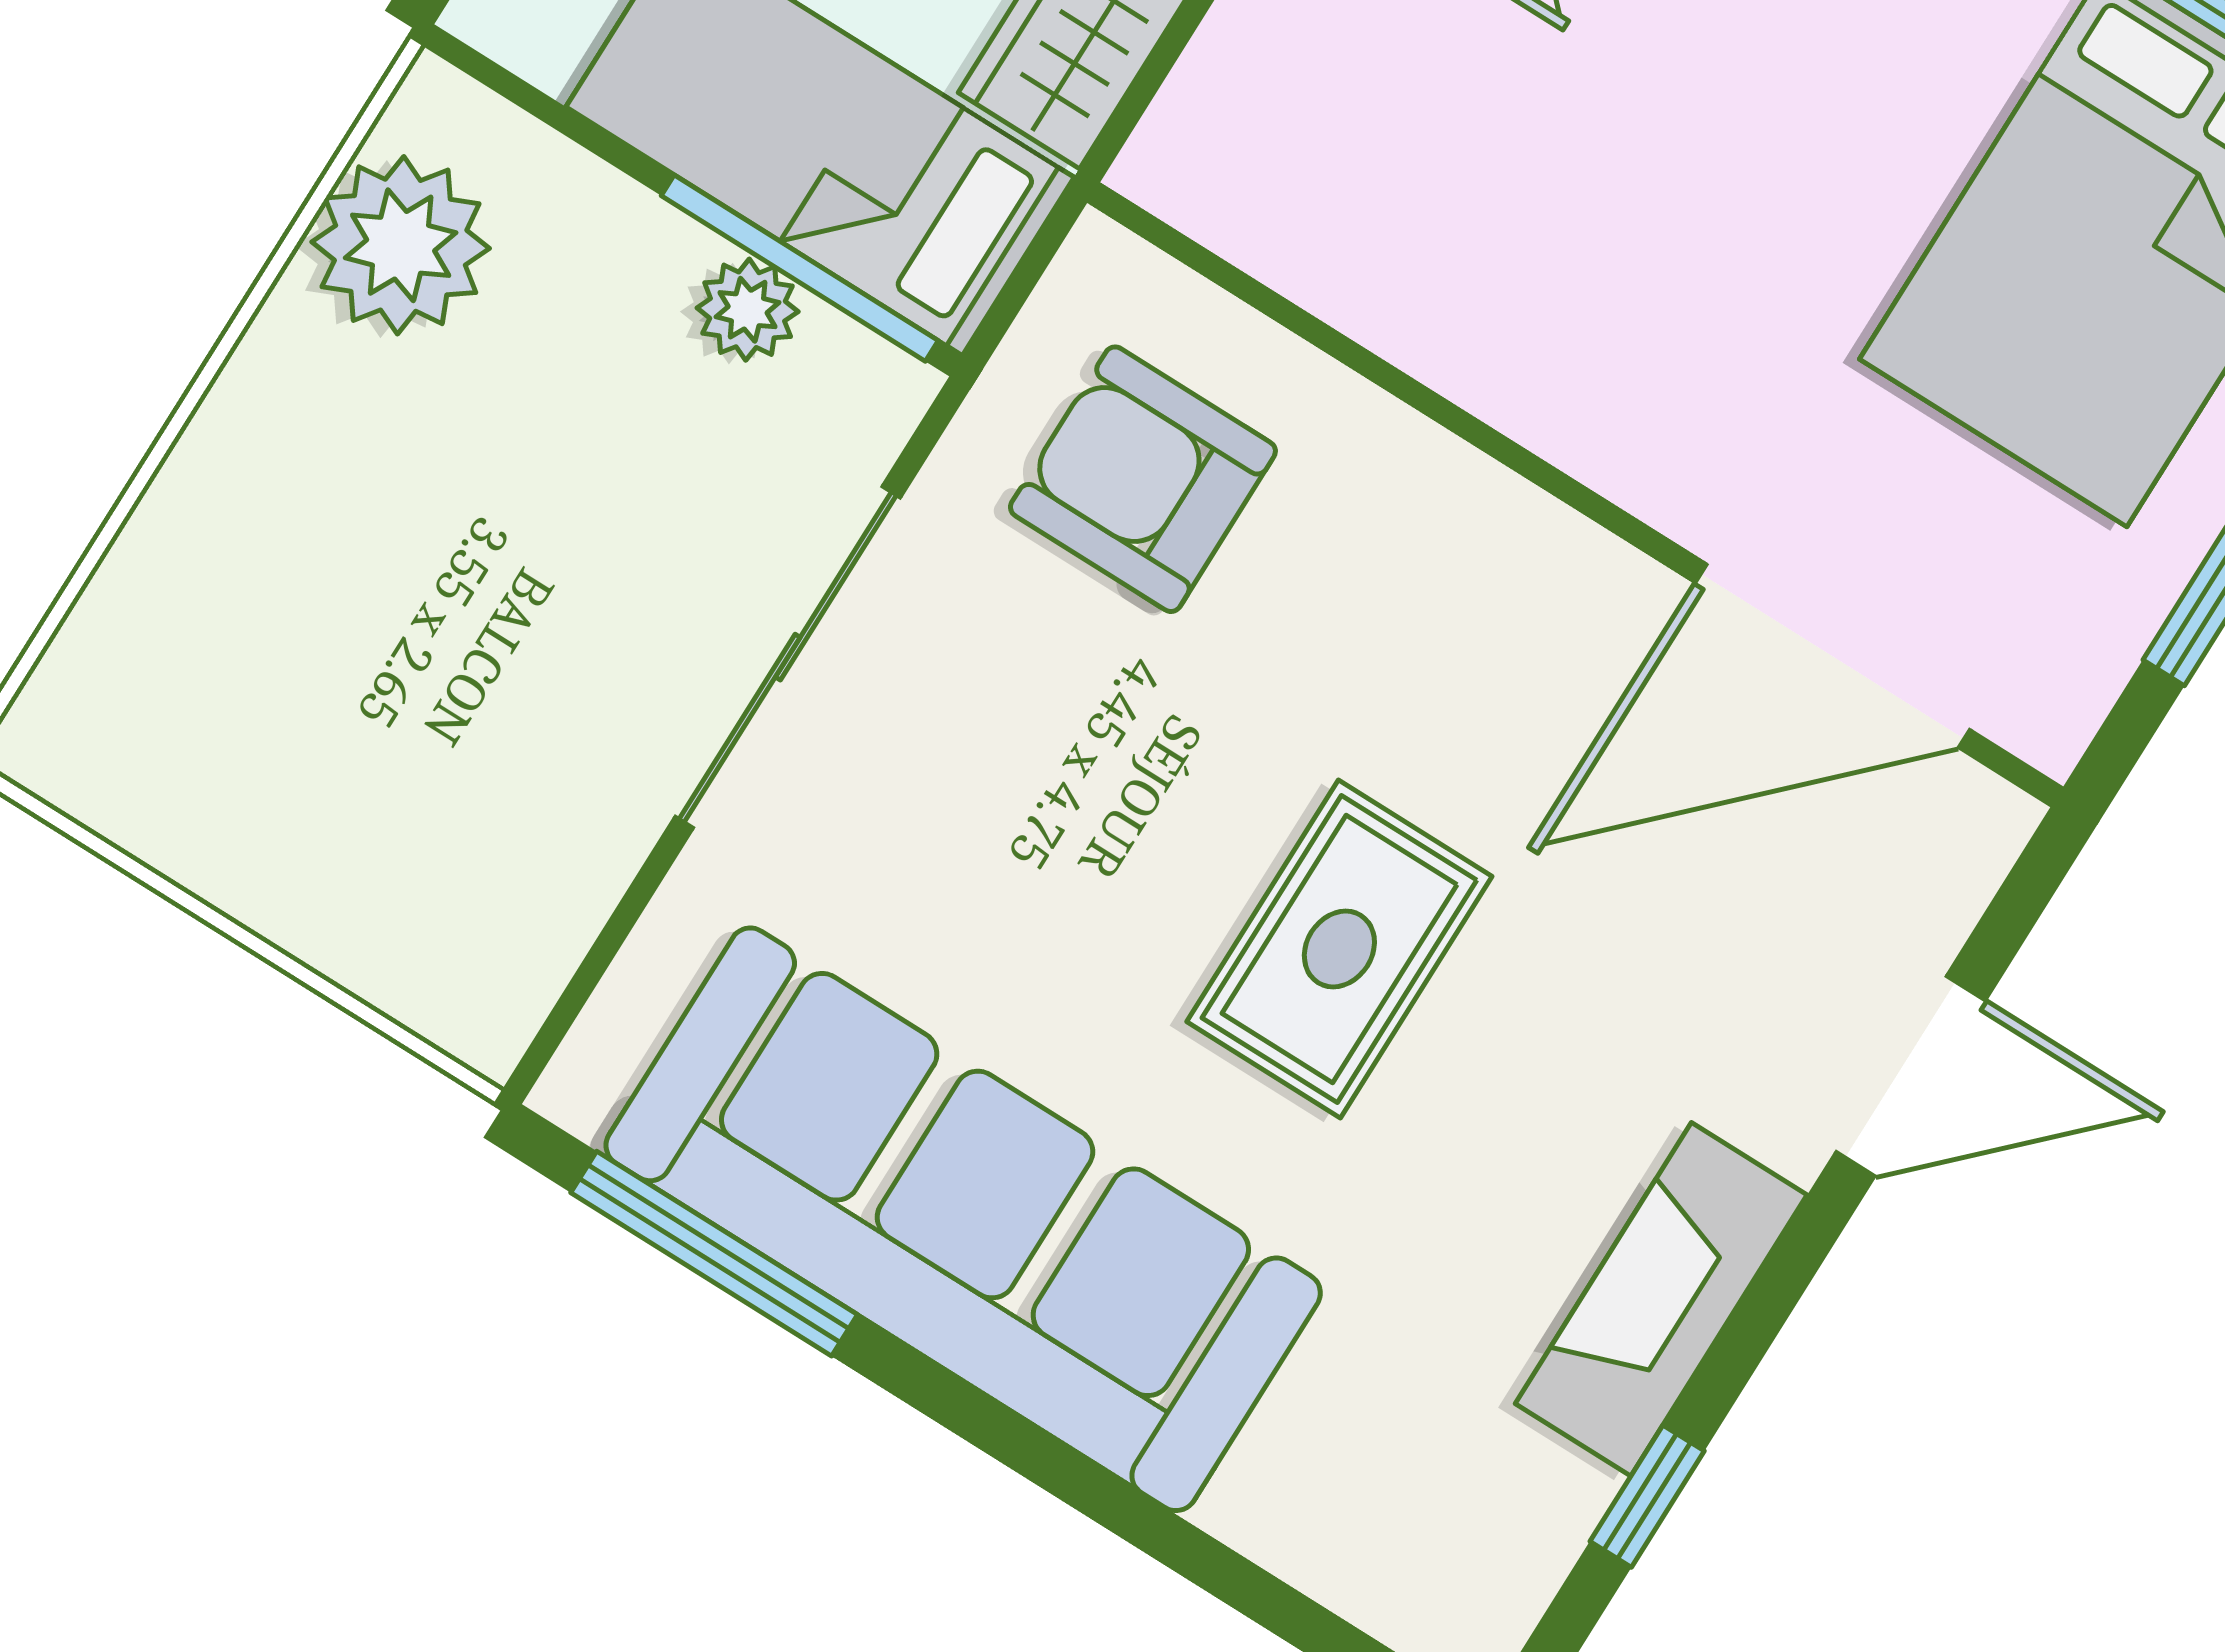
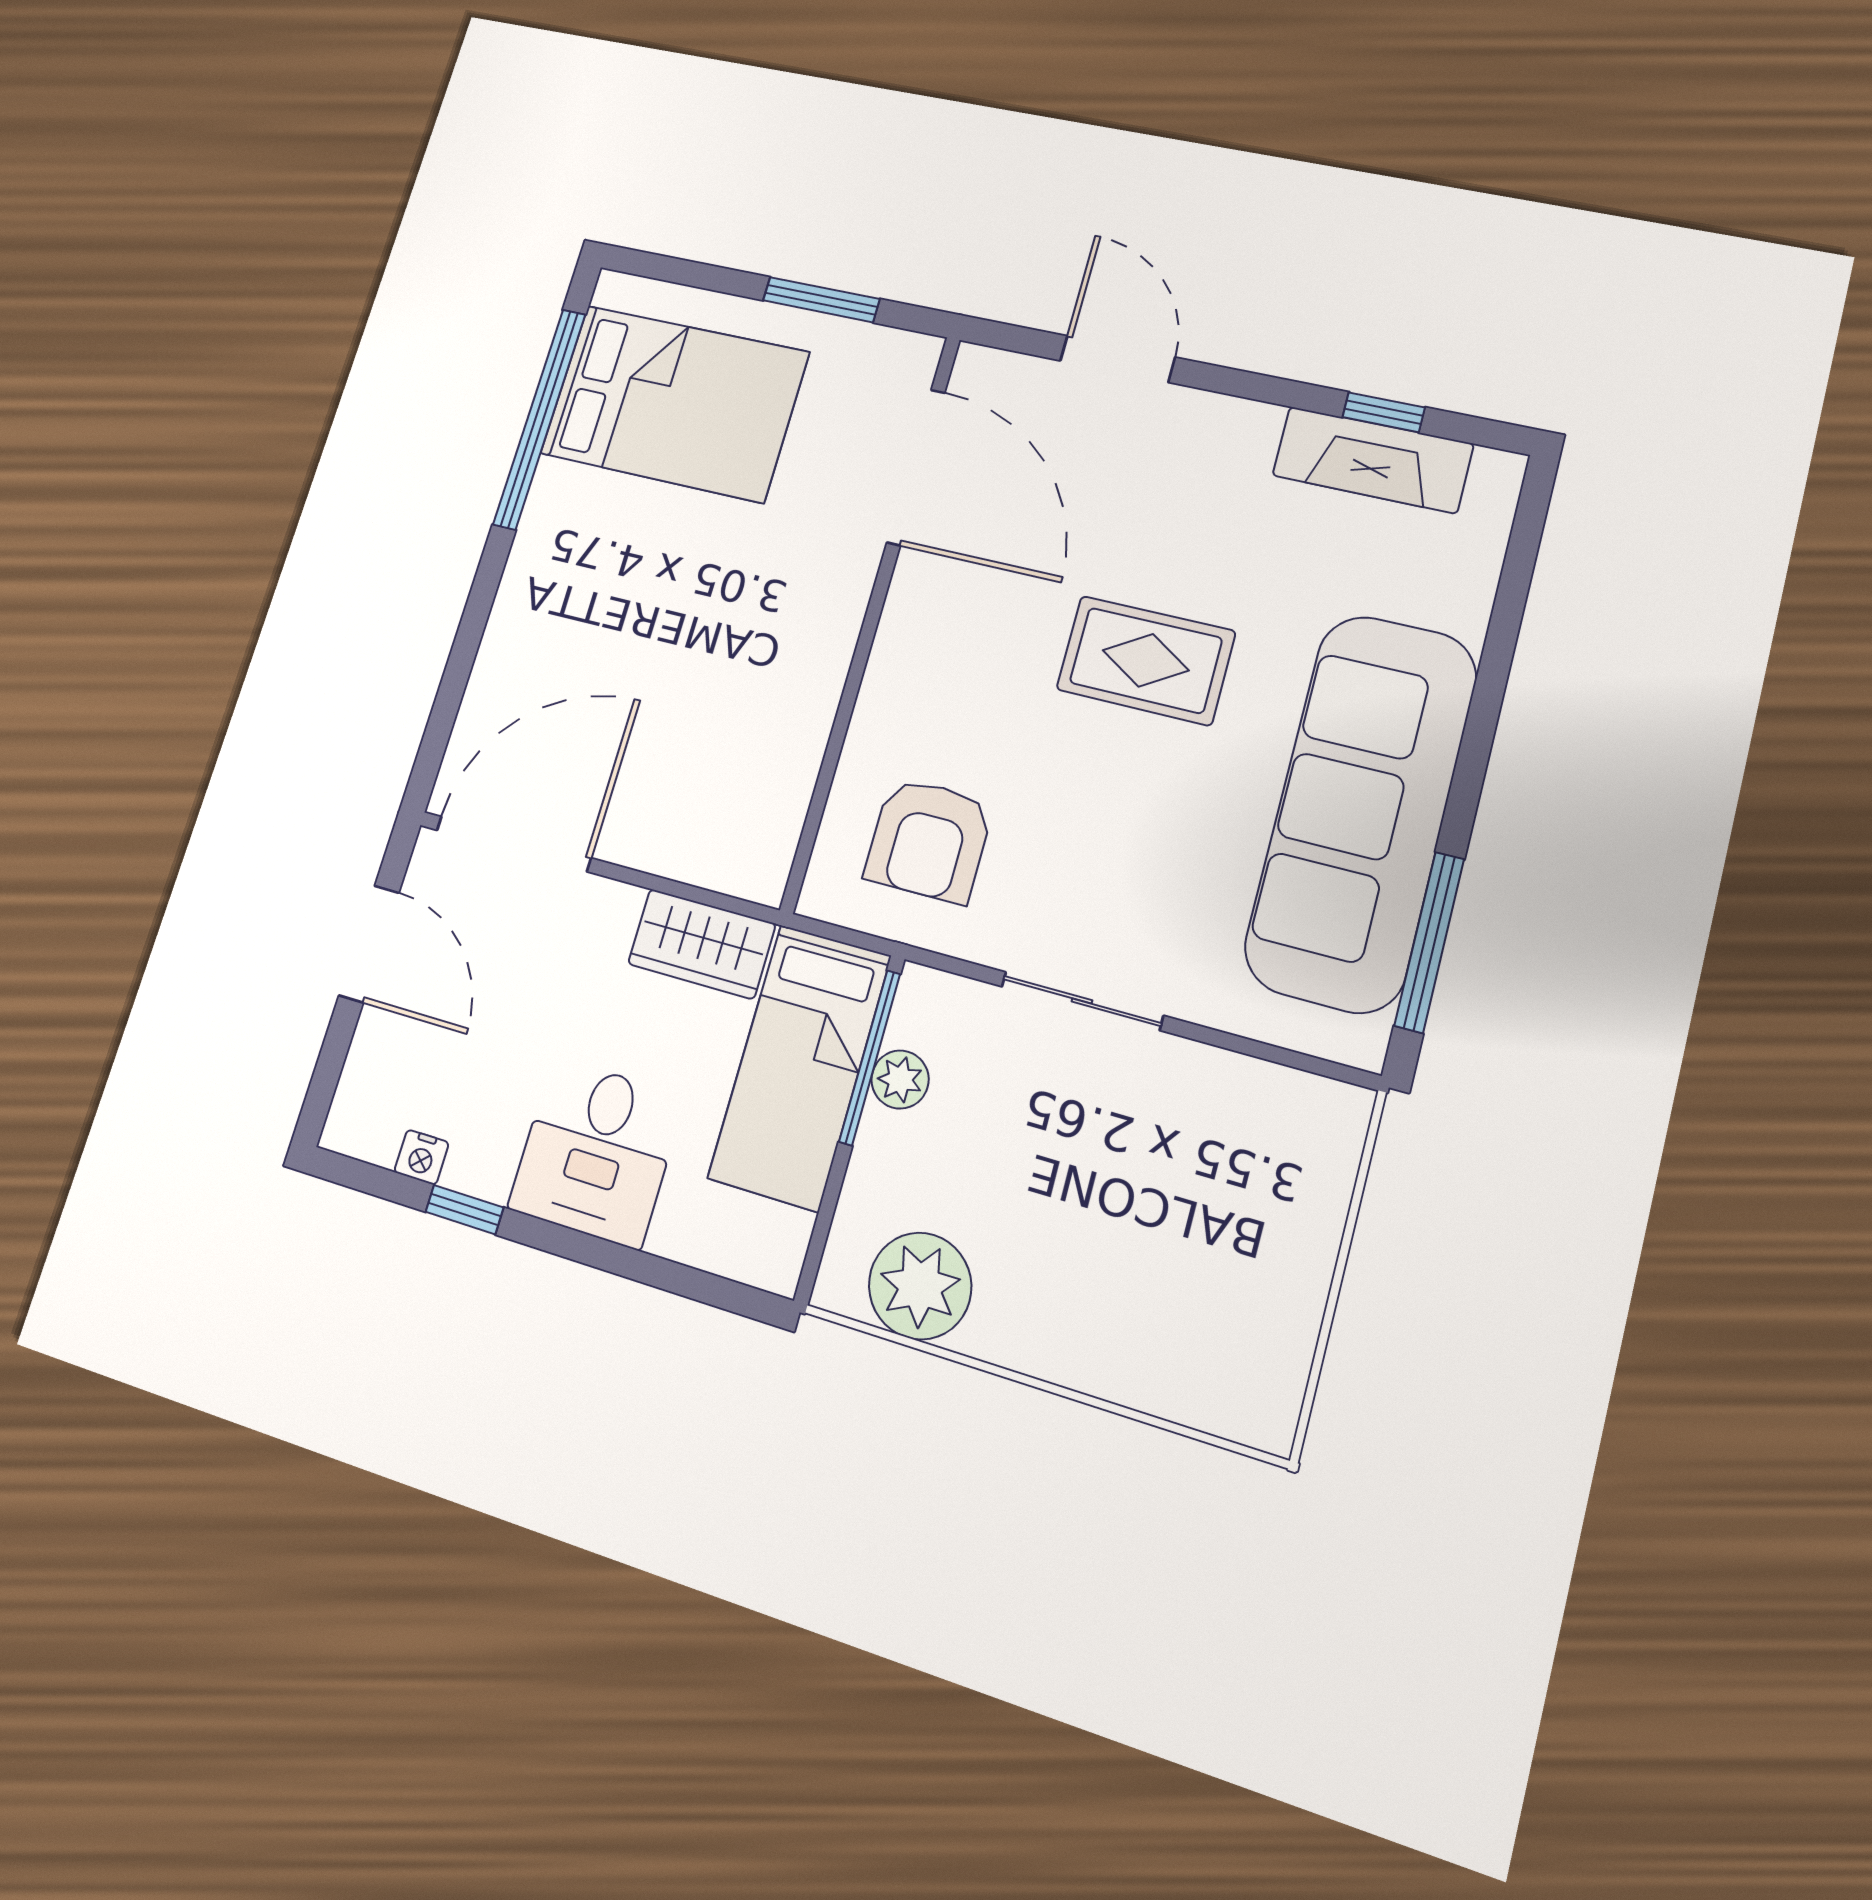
sliding door: (788, 657) -> (1082, 1001), width x0.73
fireplace: (1661, 1299) -> (1372, 460), moved

